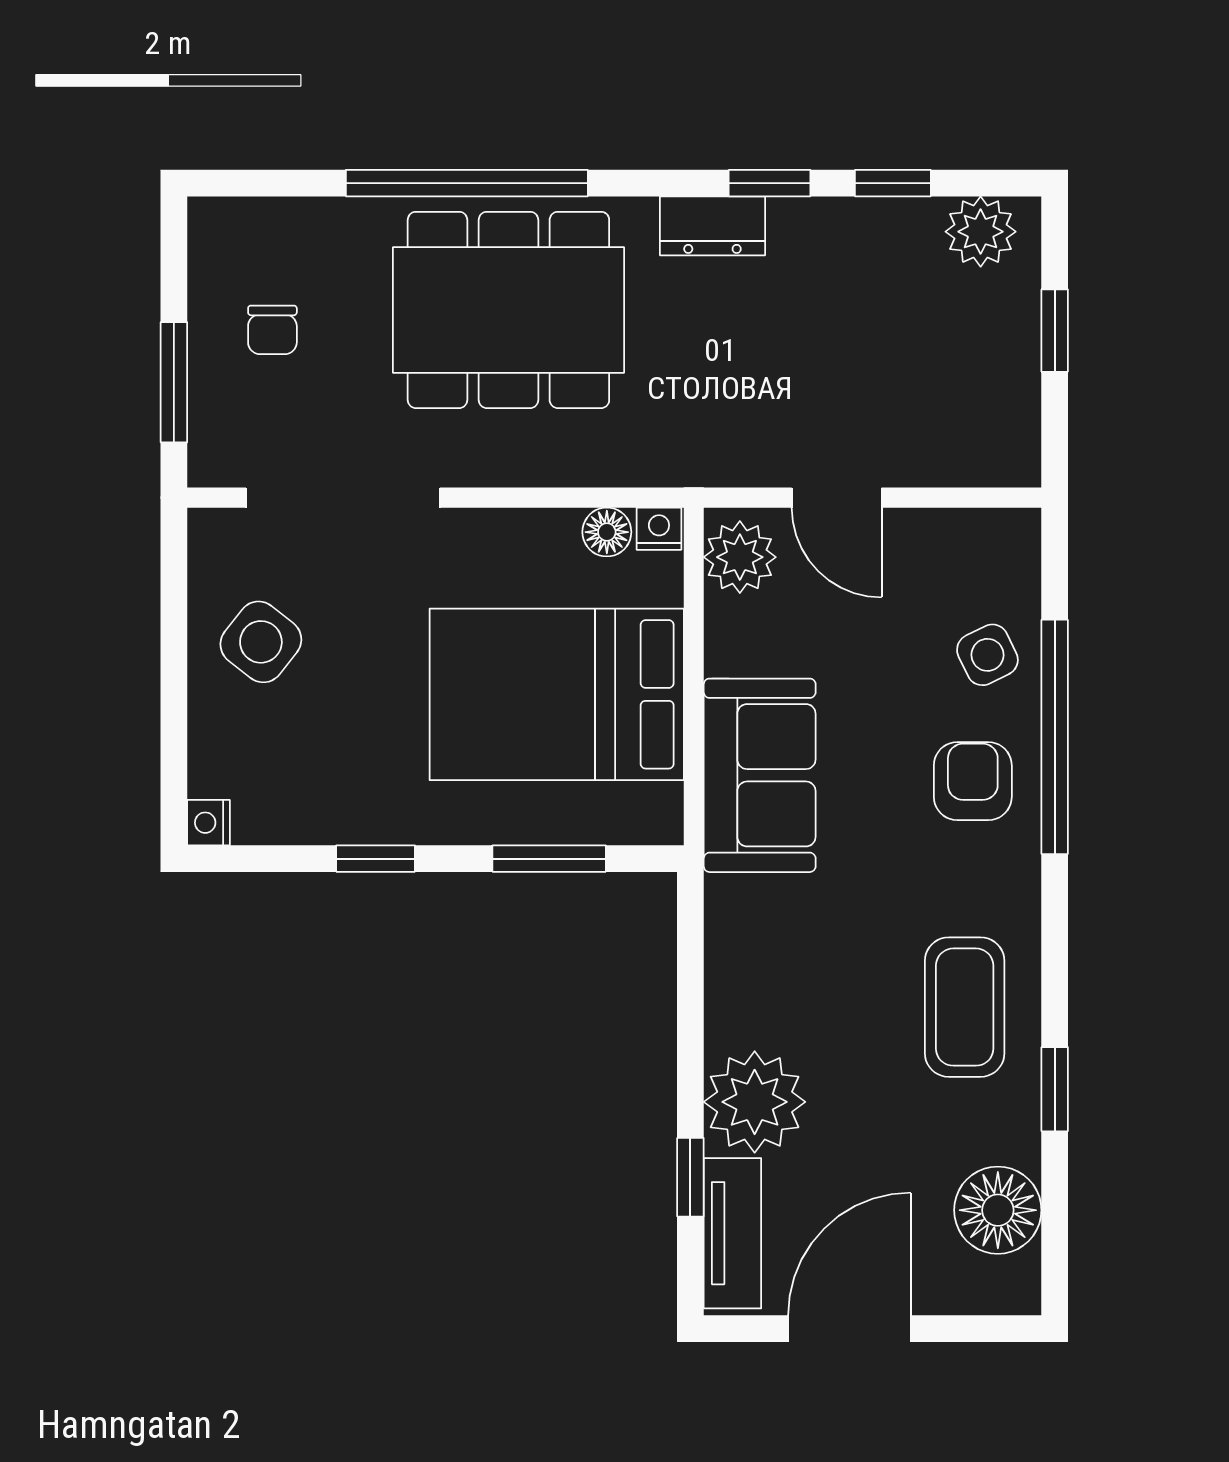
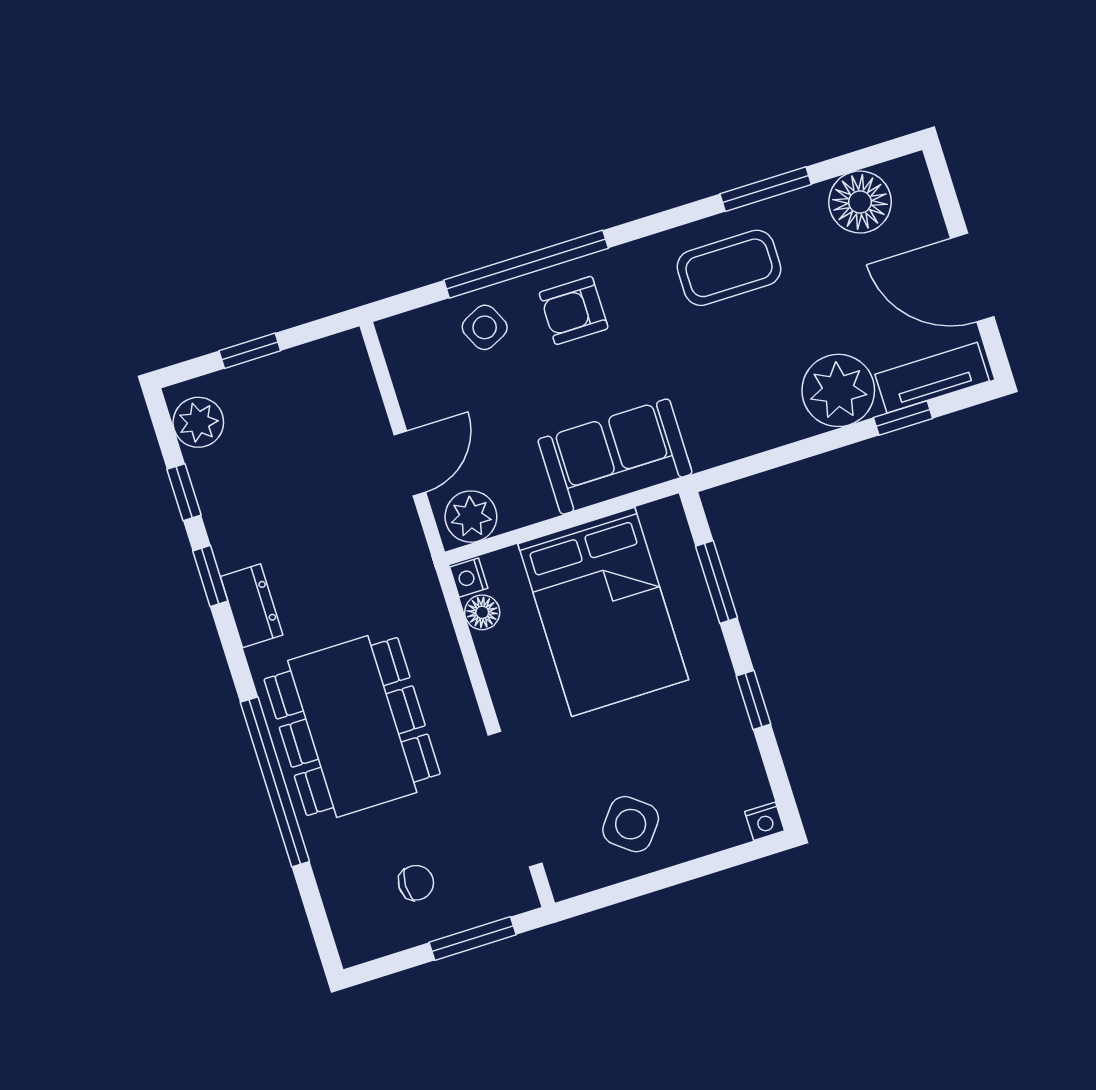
window: (1055, 1089) -> (766, 189), width x1.50

